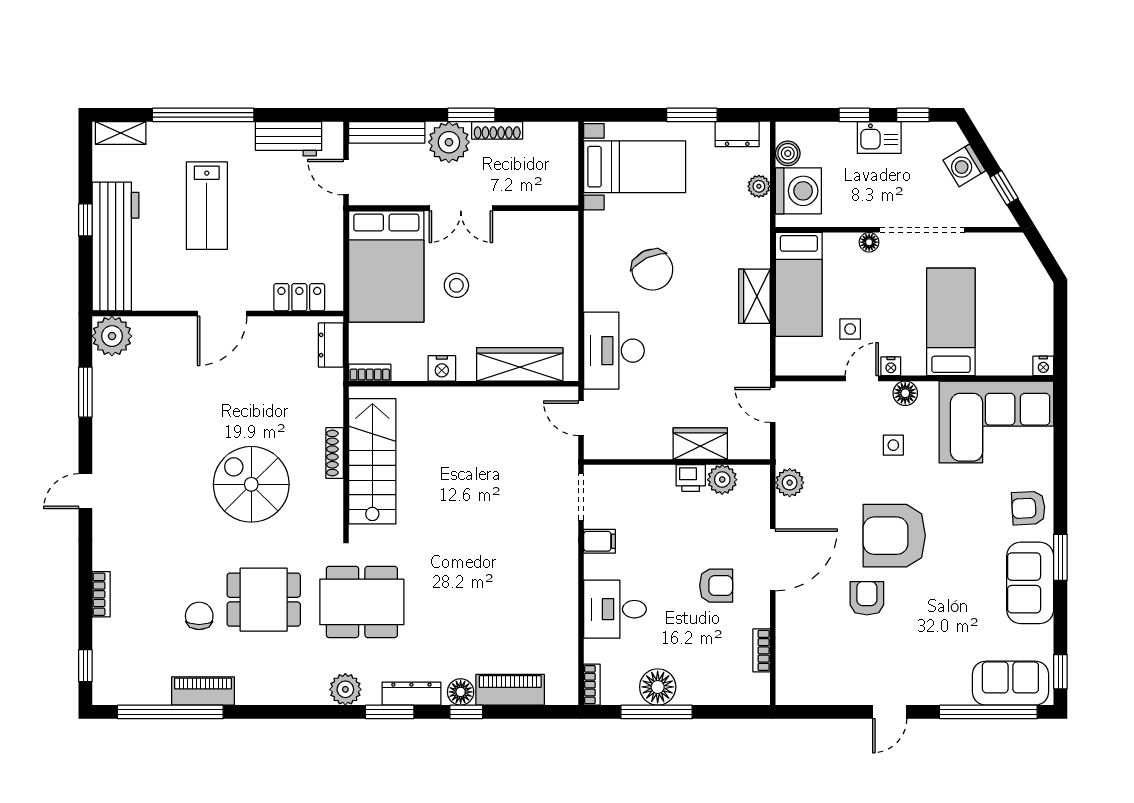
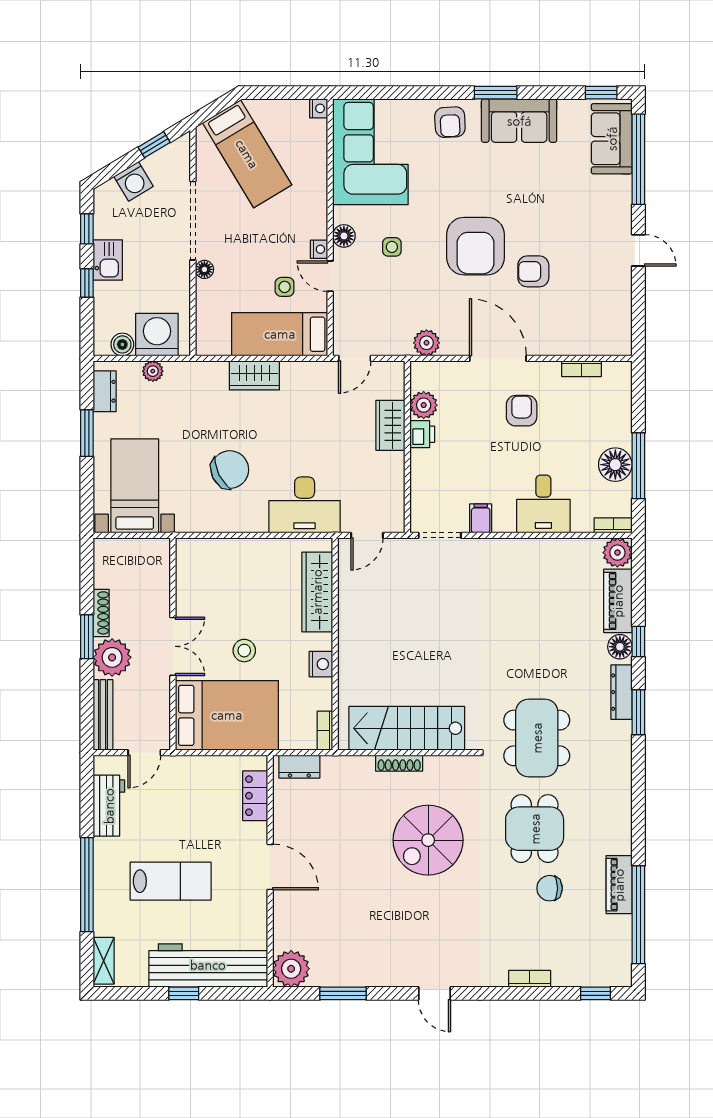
bed: (799, 284) -> (280, 334), moved, turned 180
bed: (951, 322) -> (247, 154), moved, turned -121
plant: (345, 689) -> (617, 553), moved

